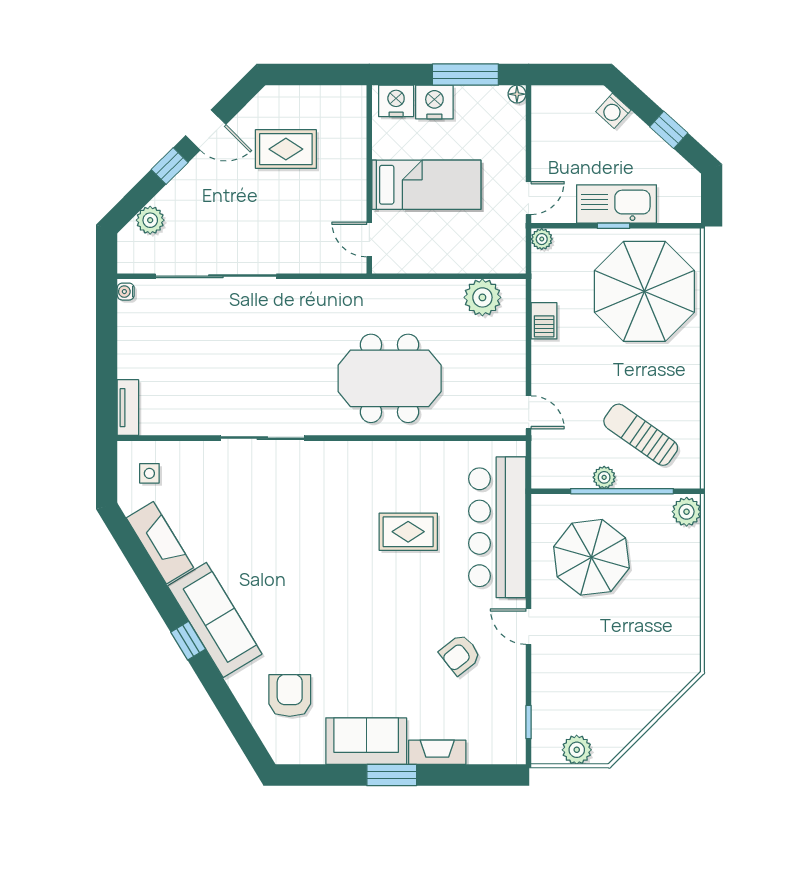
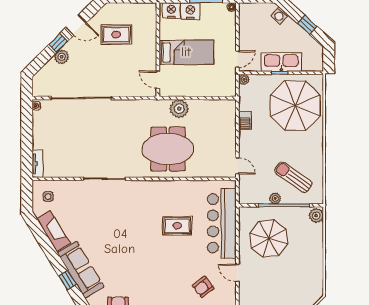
plant: (150, 220) -> (62, 57), moved
plant: (482, 297) -> (179, 109), moved

